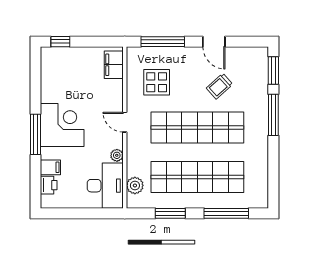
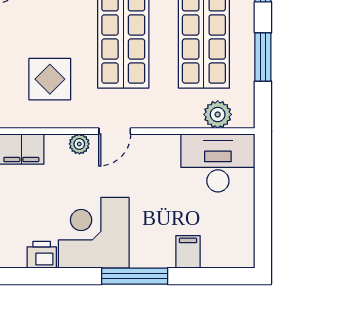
corner desk: (62, 125) -> (94, 233), moved
plant: (117, 155) -> (79, 144), moved
printer: (49, 185) -> (42, 255), moved

